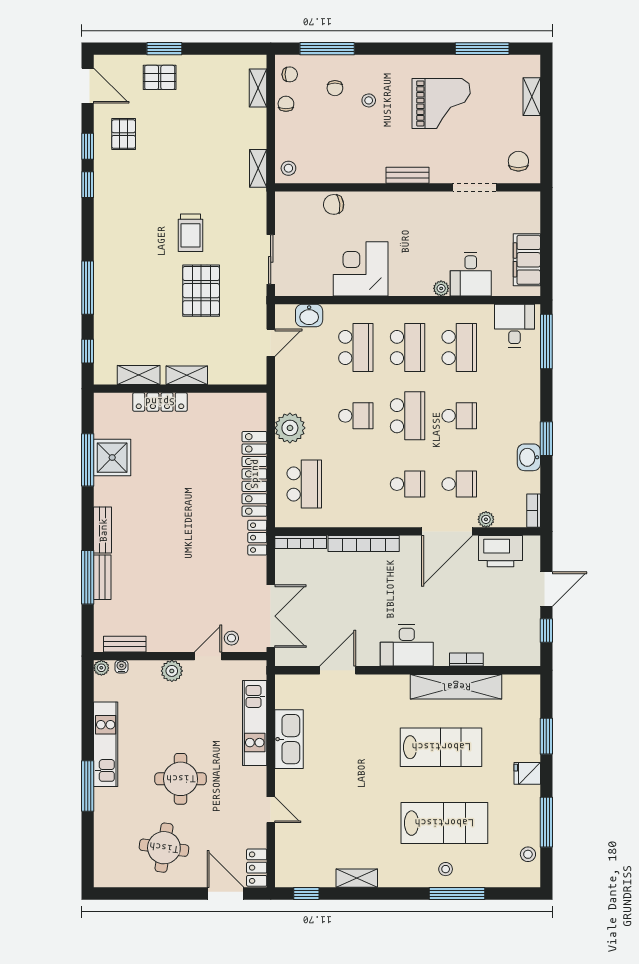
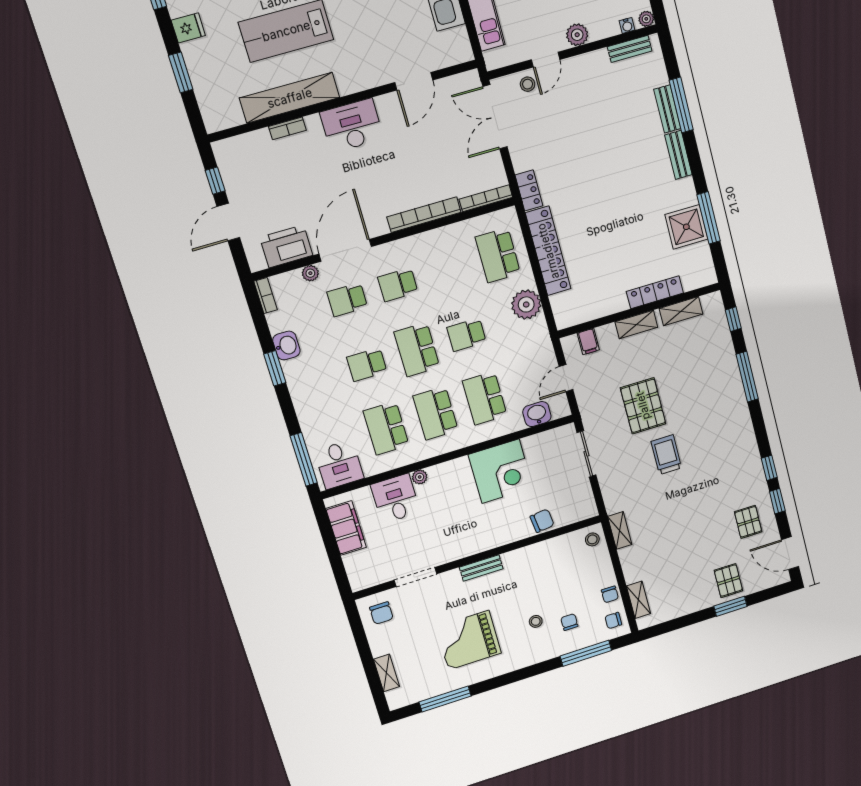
pallet: (160, 77) -> (728, 581), turned 90
filing cabinet: (239, 373) -> (588, 342), added

